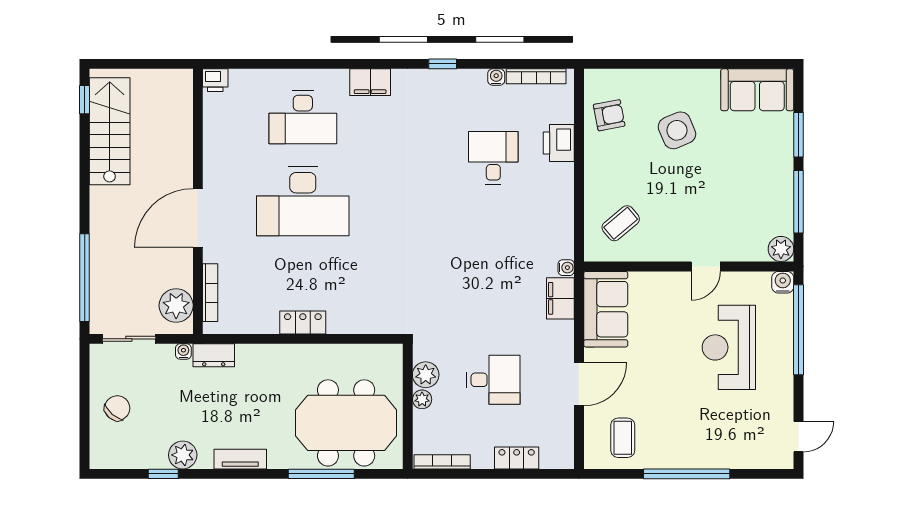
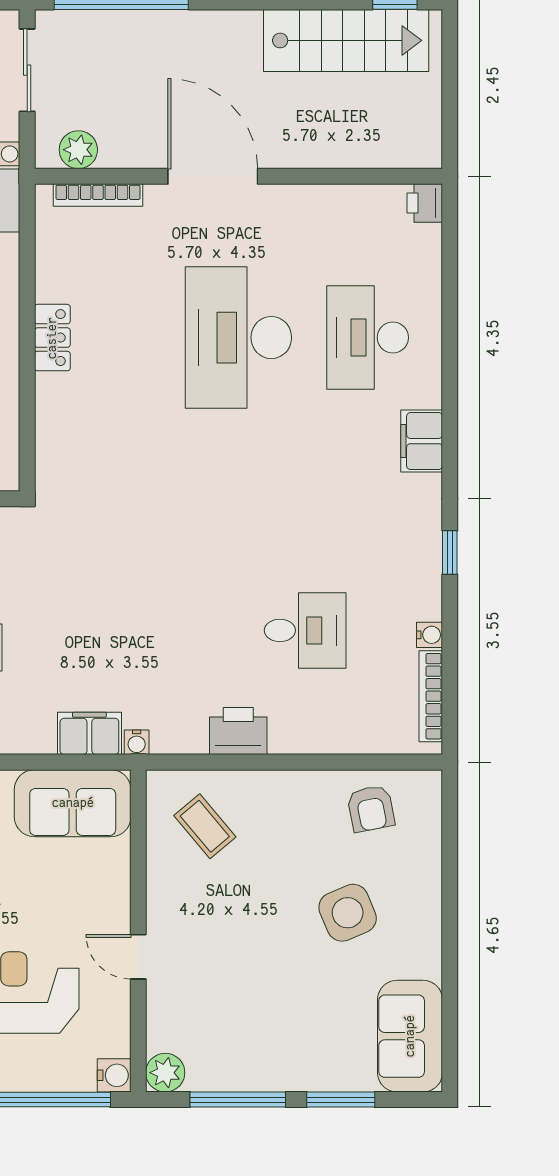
printer: (559, 143) -> (238, 731), moved
plant: (176, 305) -> (78, 150), width x0.73, depth x0.73

